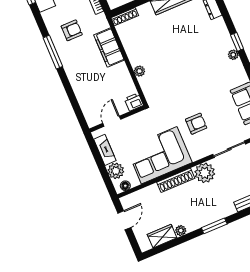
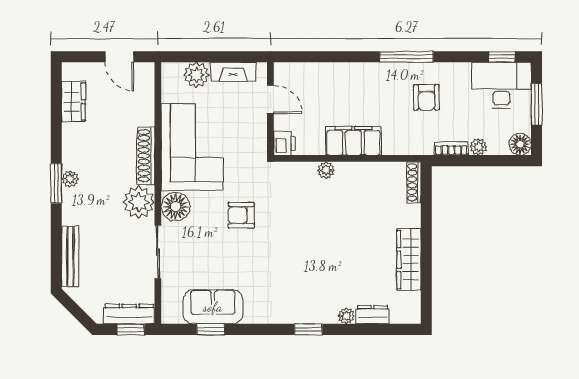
filing cabinet: (109, 48) -> (353, 141), moved
plant: (233, 55) -> (346, 316), moved
armchair: (196, 124) -> (241, 215), moved, turned 90
floor lamp: (125, 186) -> (176, 207), moved, width x1.89, depth x1.89
plant: (181, 231) -> (70, 179), moved

